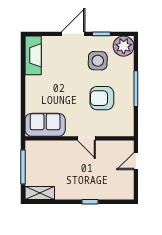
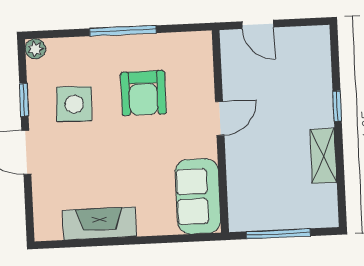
plant: (124, 46) -> (35, 49), width x0.53, depth x0.53
fireplace: (33, 55) -> (99, 223), moved
shelving: (40, 193) -> (323, 156), moved

